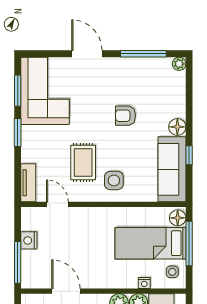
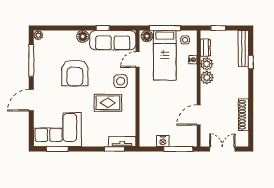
armchair: (126, 116) -> (75, 73), width x1.88, depth x1.88
window: (18, 133) -> (115, 149), moved
door: (57, 204) -> (138, 60), moved

